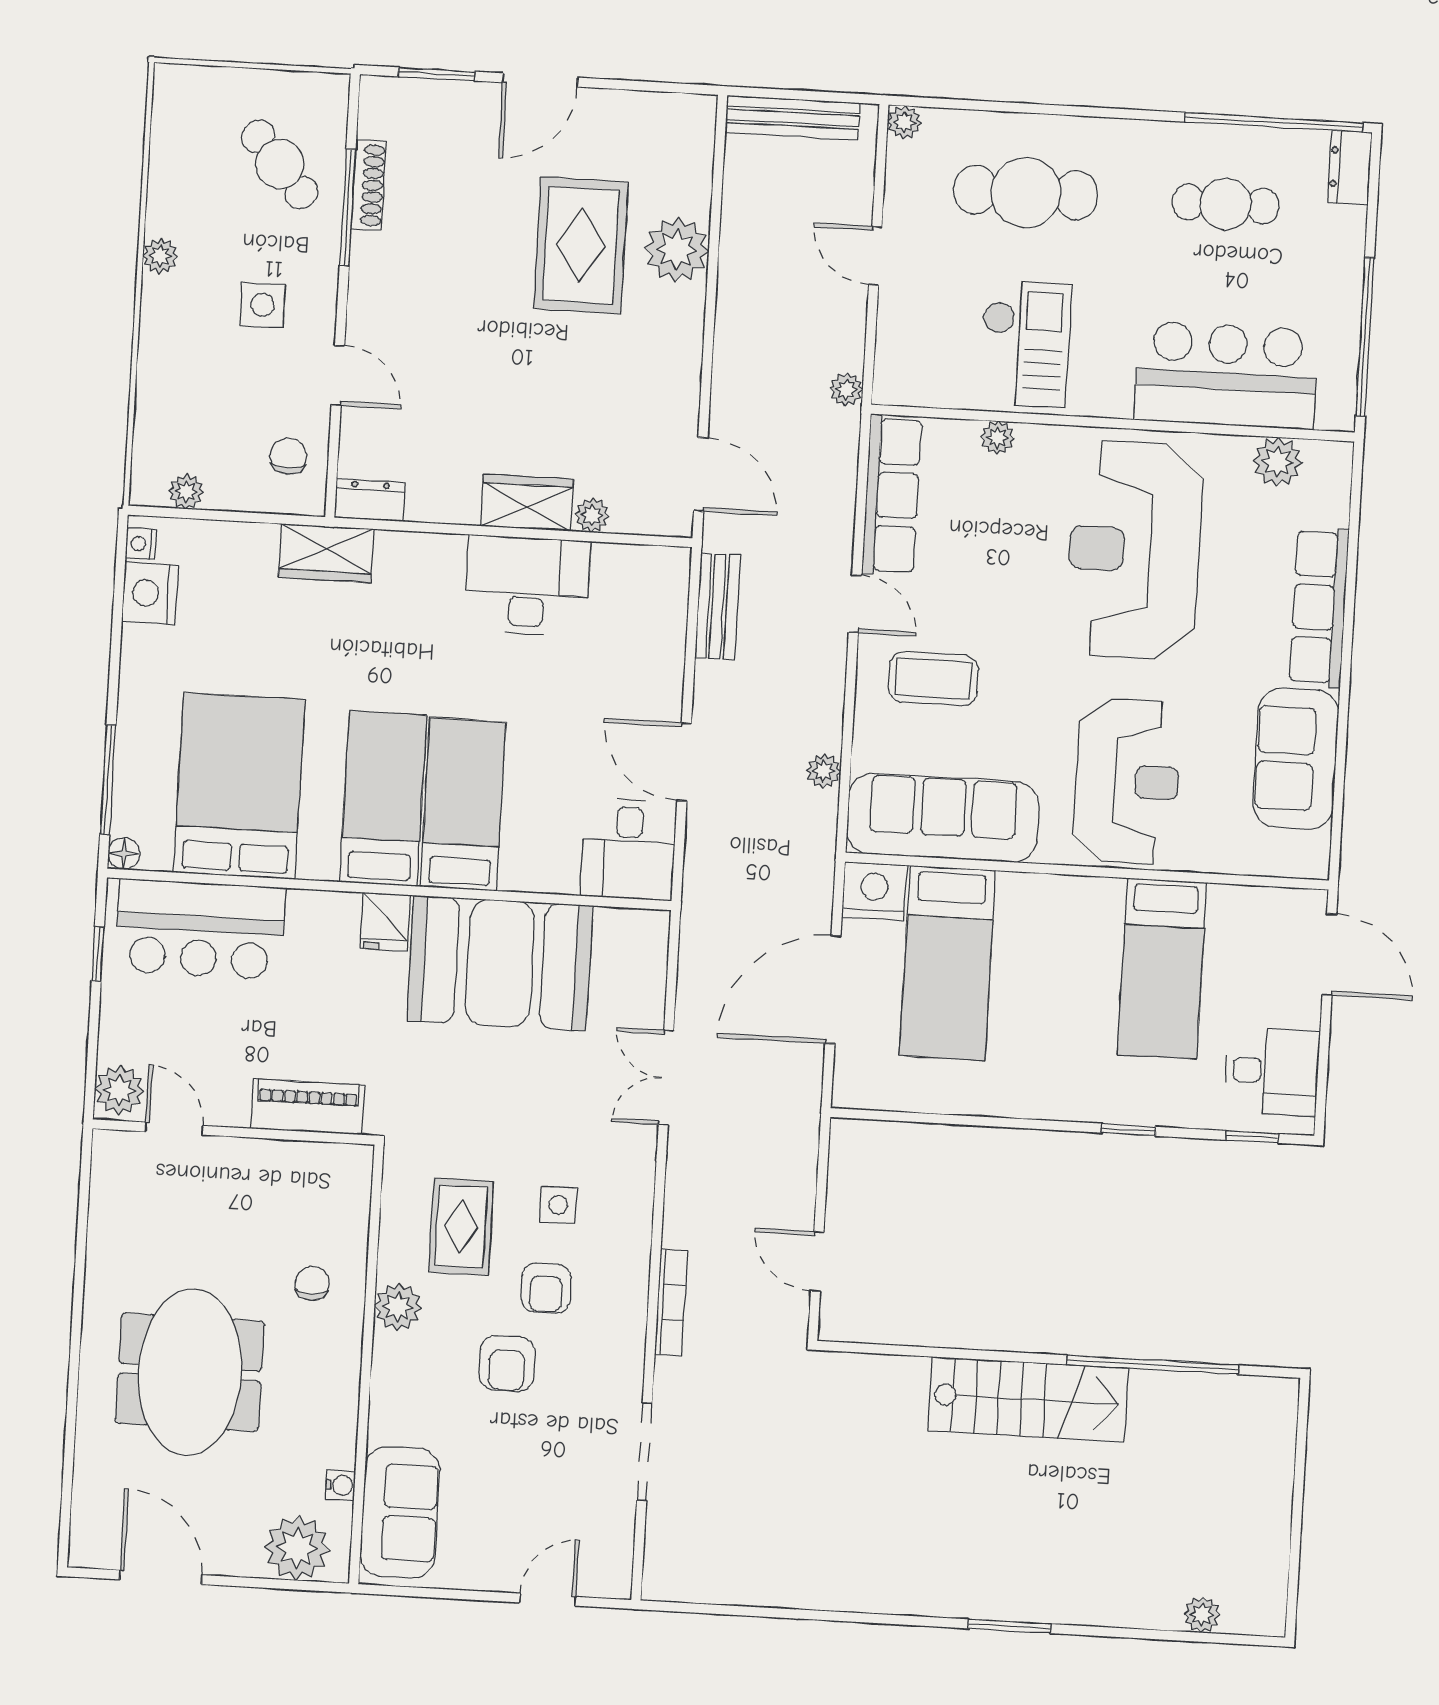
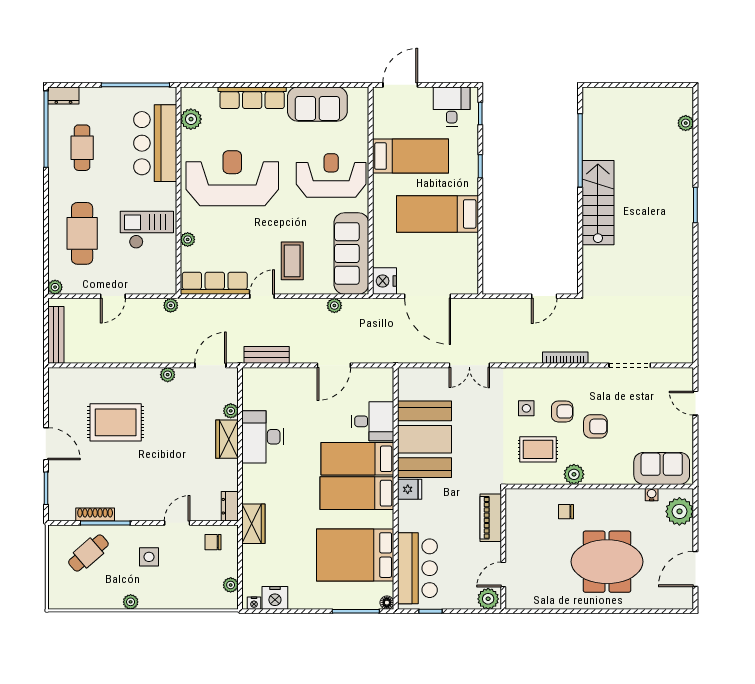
plant: (677, 250) -> (168, 375), moved, width x0.53, depth x0.53
reception desk: (1134, 550) -> (232, 178), turned 180
desk: (628, 849) -> (373, 421), moved
bed: (948, 963) -> (437, 214), moved, turned 180

